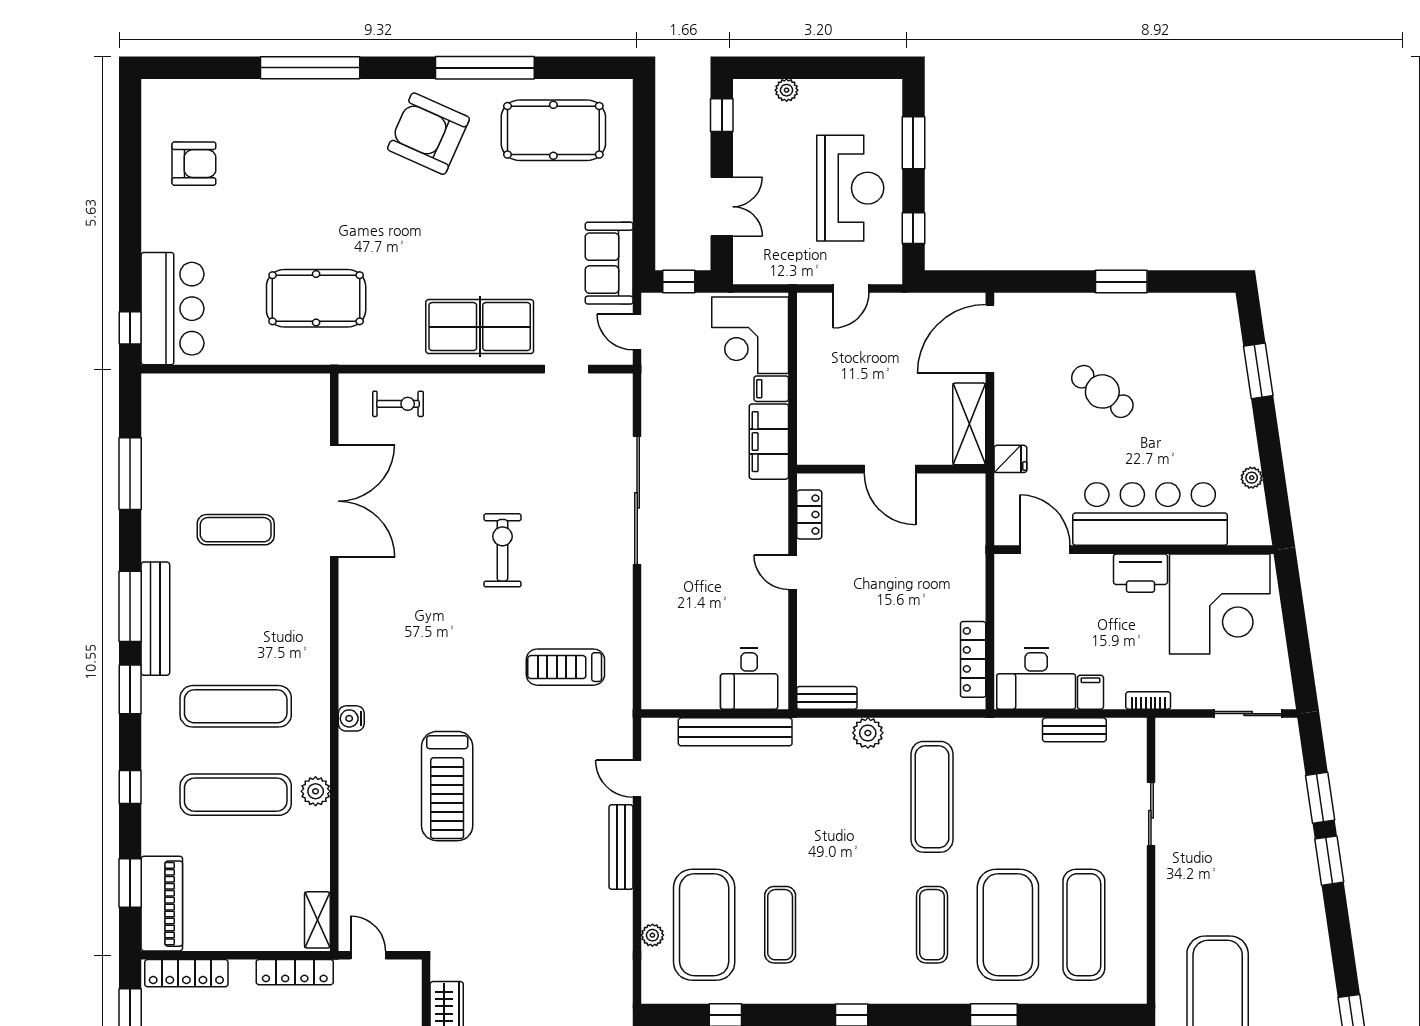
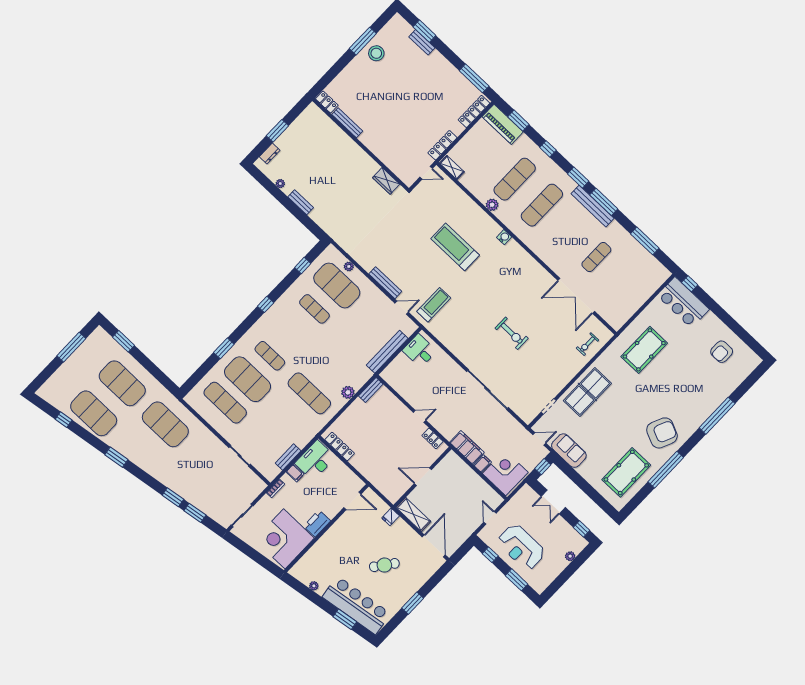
bar counter: (1150, 514) -> (356, 605), moved, turned -98
treadmill: (565, 667) -> (434, 305), moved
desk: (749, 679) -> (420, 351), moved

